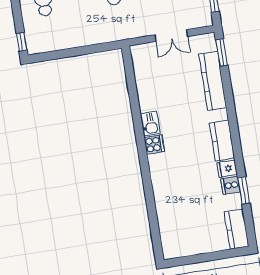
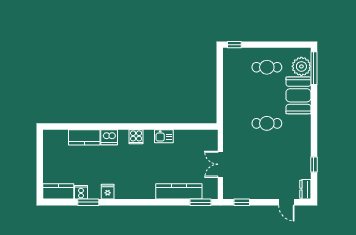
kitchen sink: (150, 124) -> (164, 136), moved
kitchen counter: (222, 141) -> (84, 137), moved, turned 180
dishwasher: (160, 177) -> (109, 137), added
cooker: (230, 185) -> (81, 192), moved

